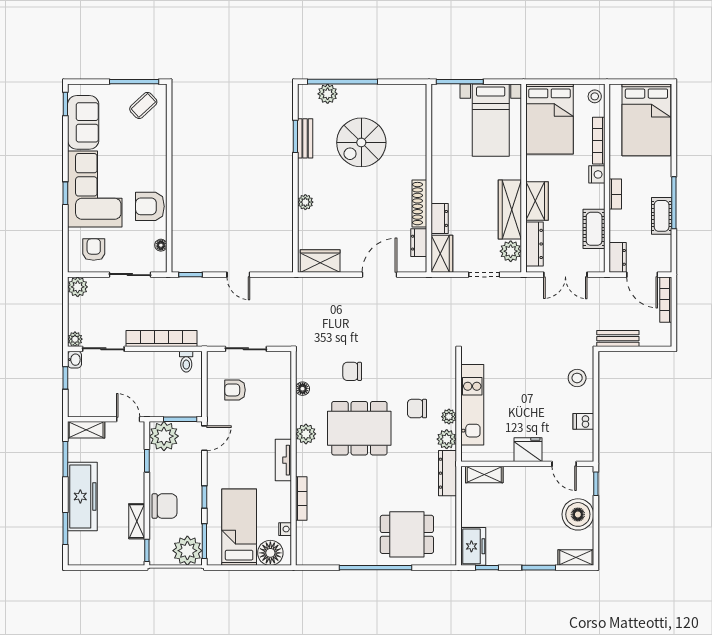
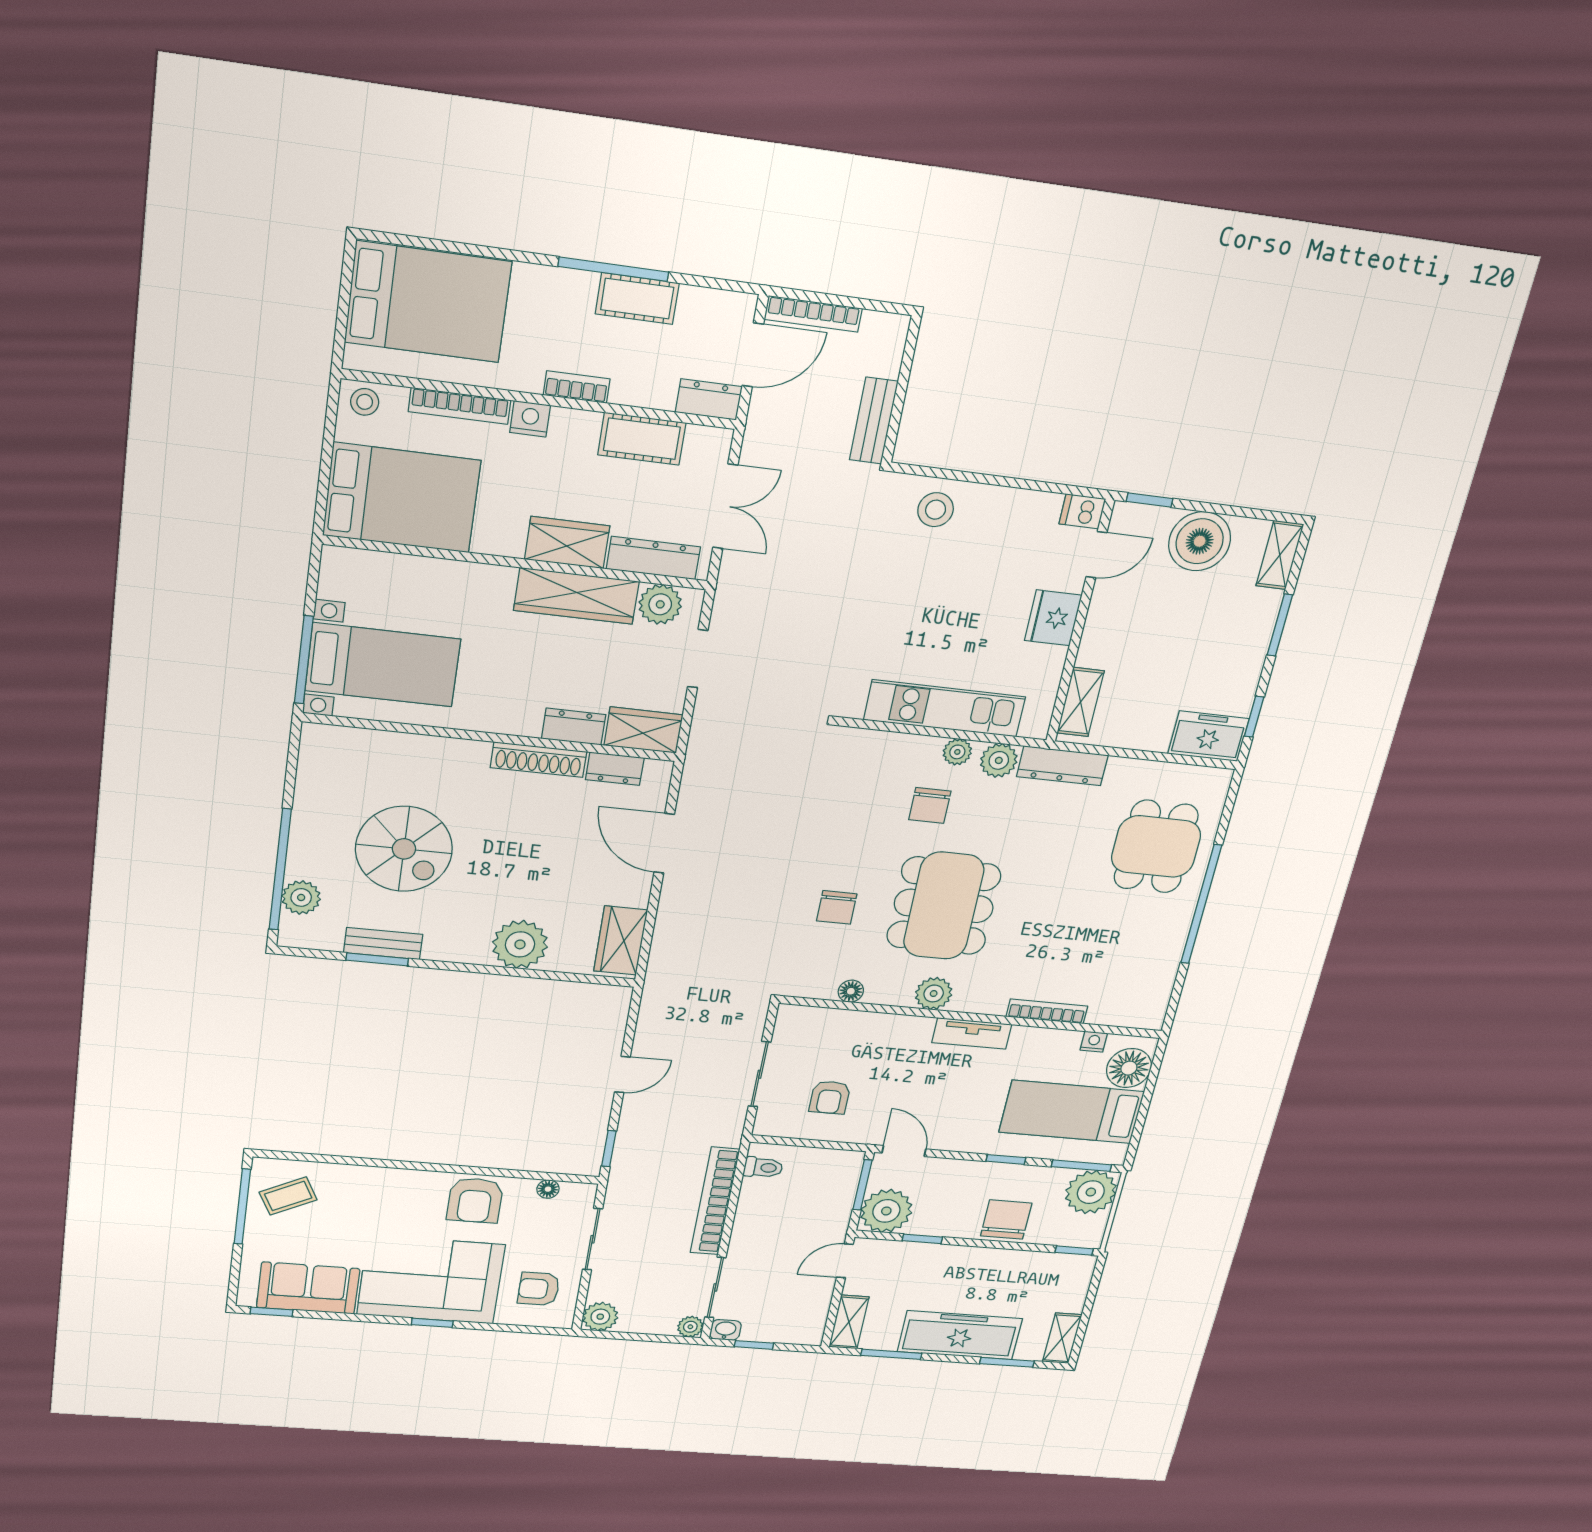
coffee table: (143, 105) -> (288, 1196), turned -74
bed with nightstands: (491, 120) -> (383, 665), moved
plant: (305, 202) -> (520, 944), width x1.87, depth x1.87
dishwasher: (583, 421) -> (1082, 511), moved, turned 90
shelving: (137, 521) -> (1062, 1338), moved, turned 90

